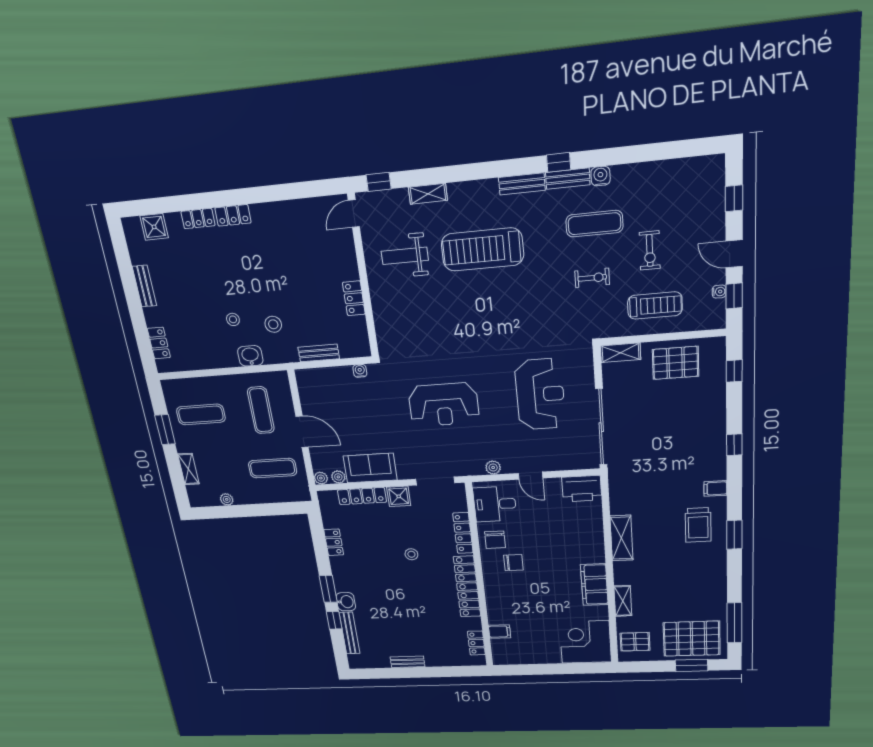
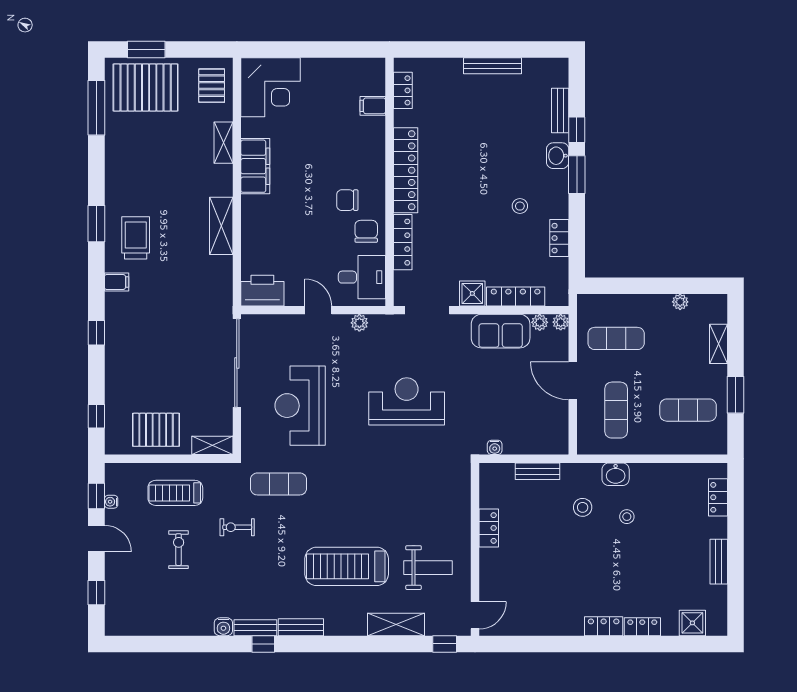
shelving: (428, 194) -> (396, 624), width x1.50, depth x1.33
exercise mat: (594, 224) -> (279, 484), moved
treadmill: (482, 250) -> (347, 566), turned 180
stool: (411, 554) -> (520, 206), moved
bench: (350, 633) -> (560, 111), width x0.73
pallet: (635, 642) -> (212, 86), turned 90
bench: (407, 662) -> (492, 66), width x1.36

